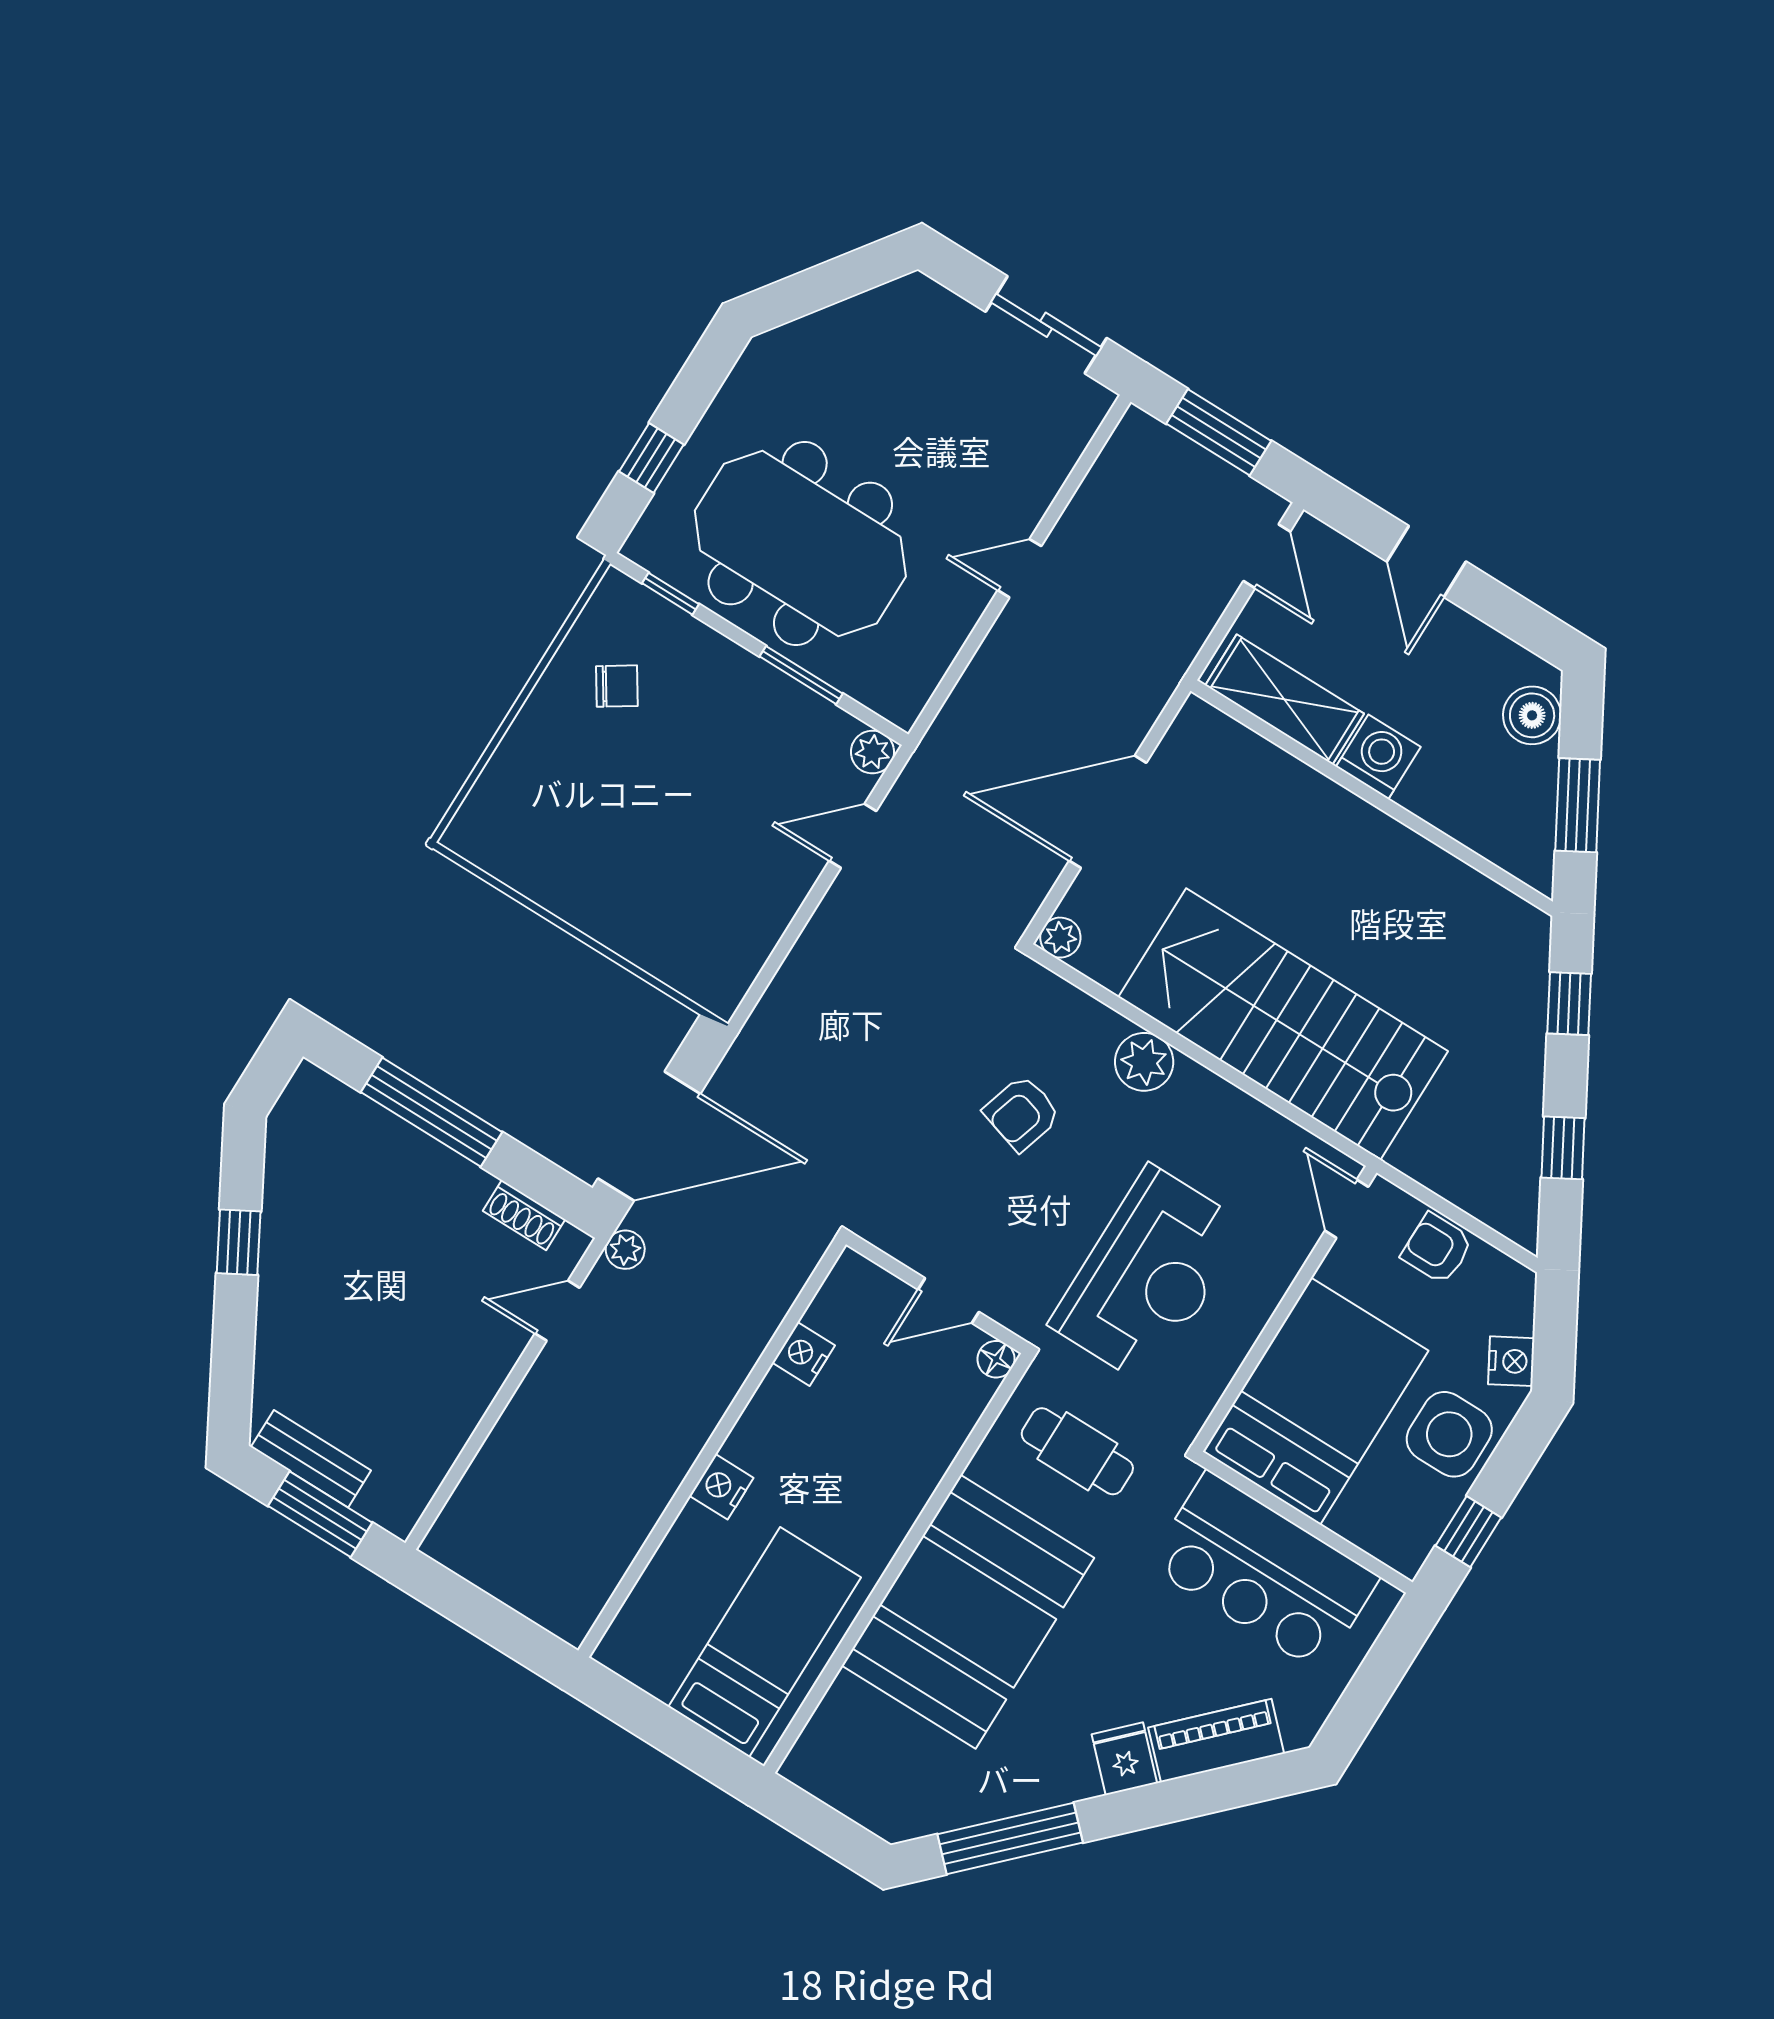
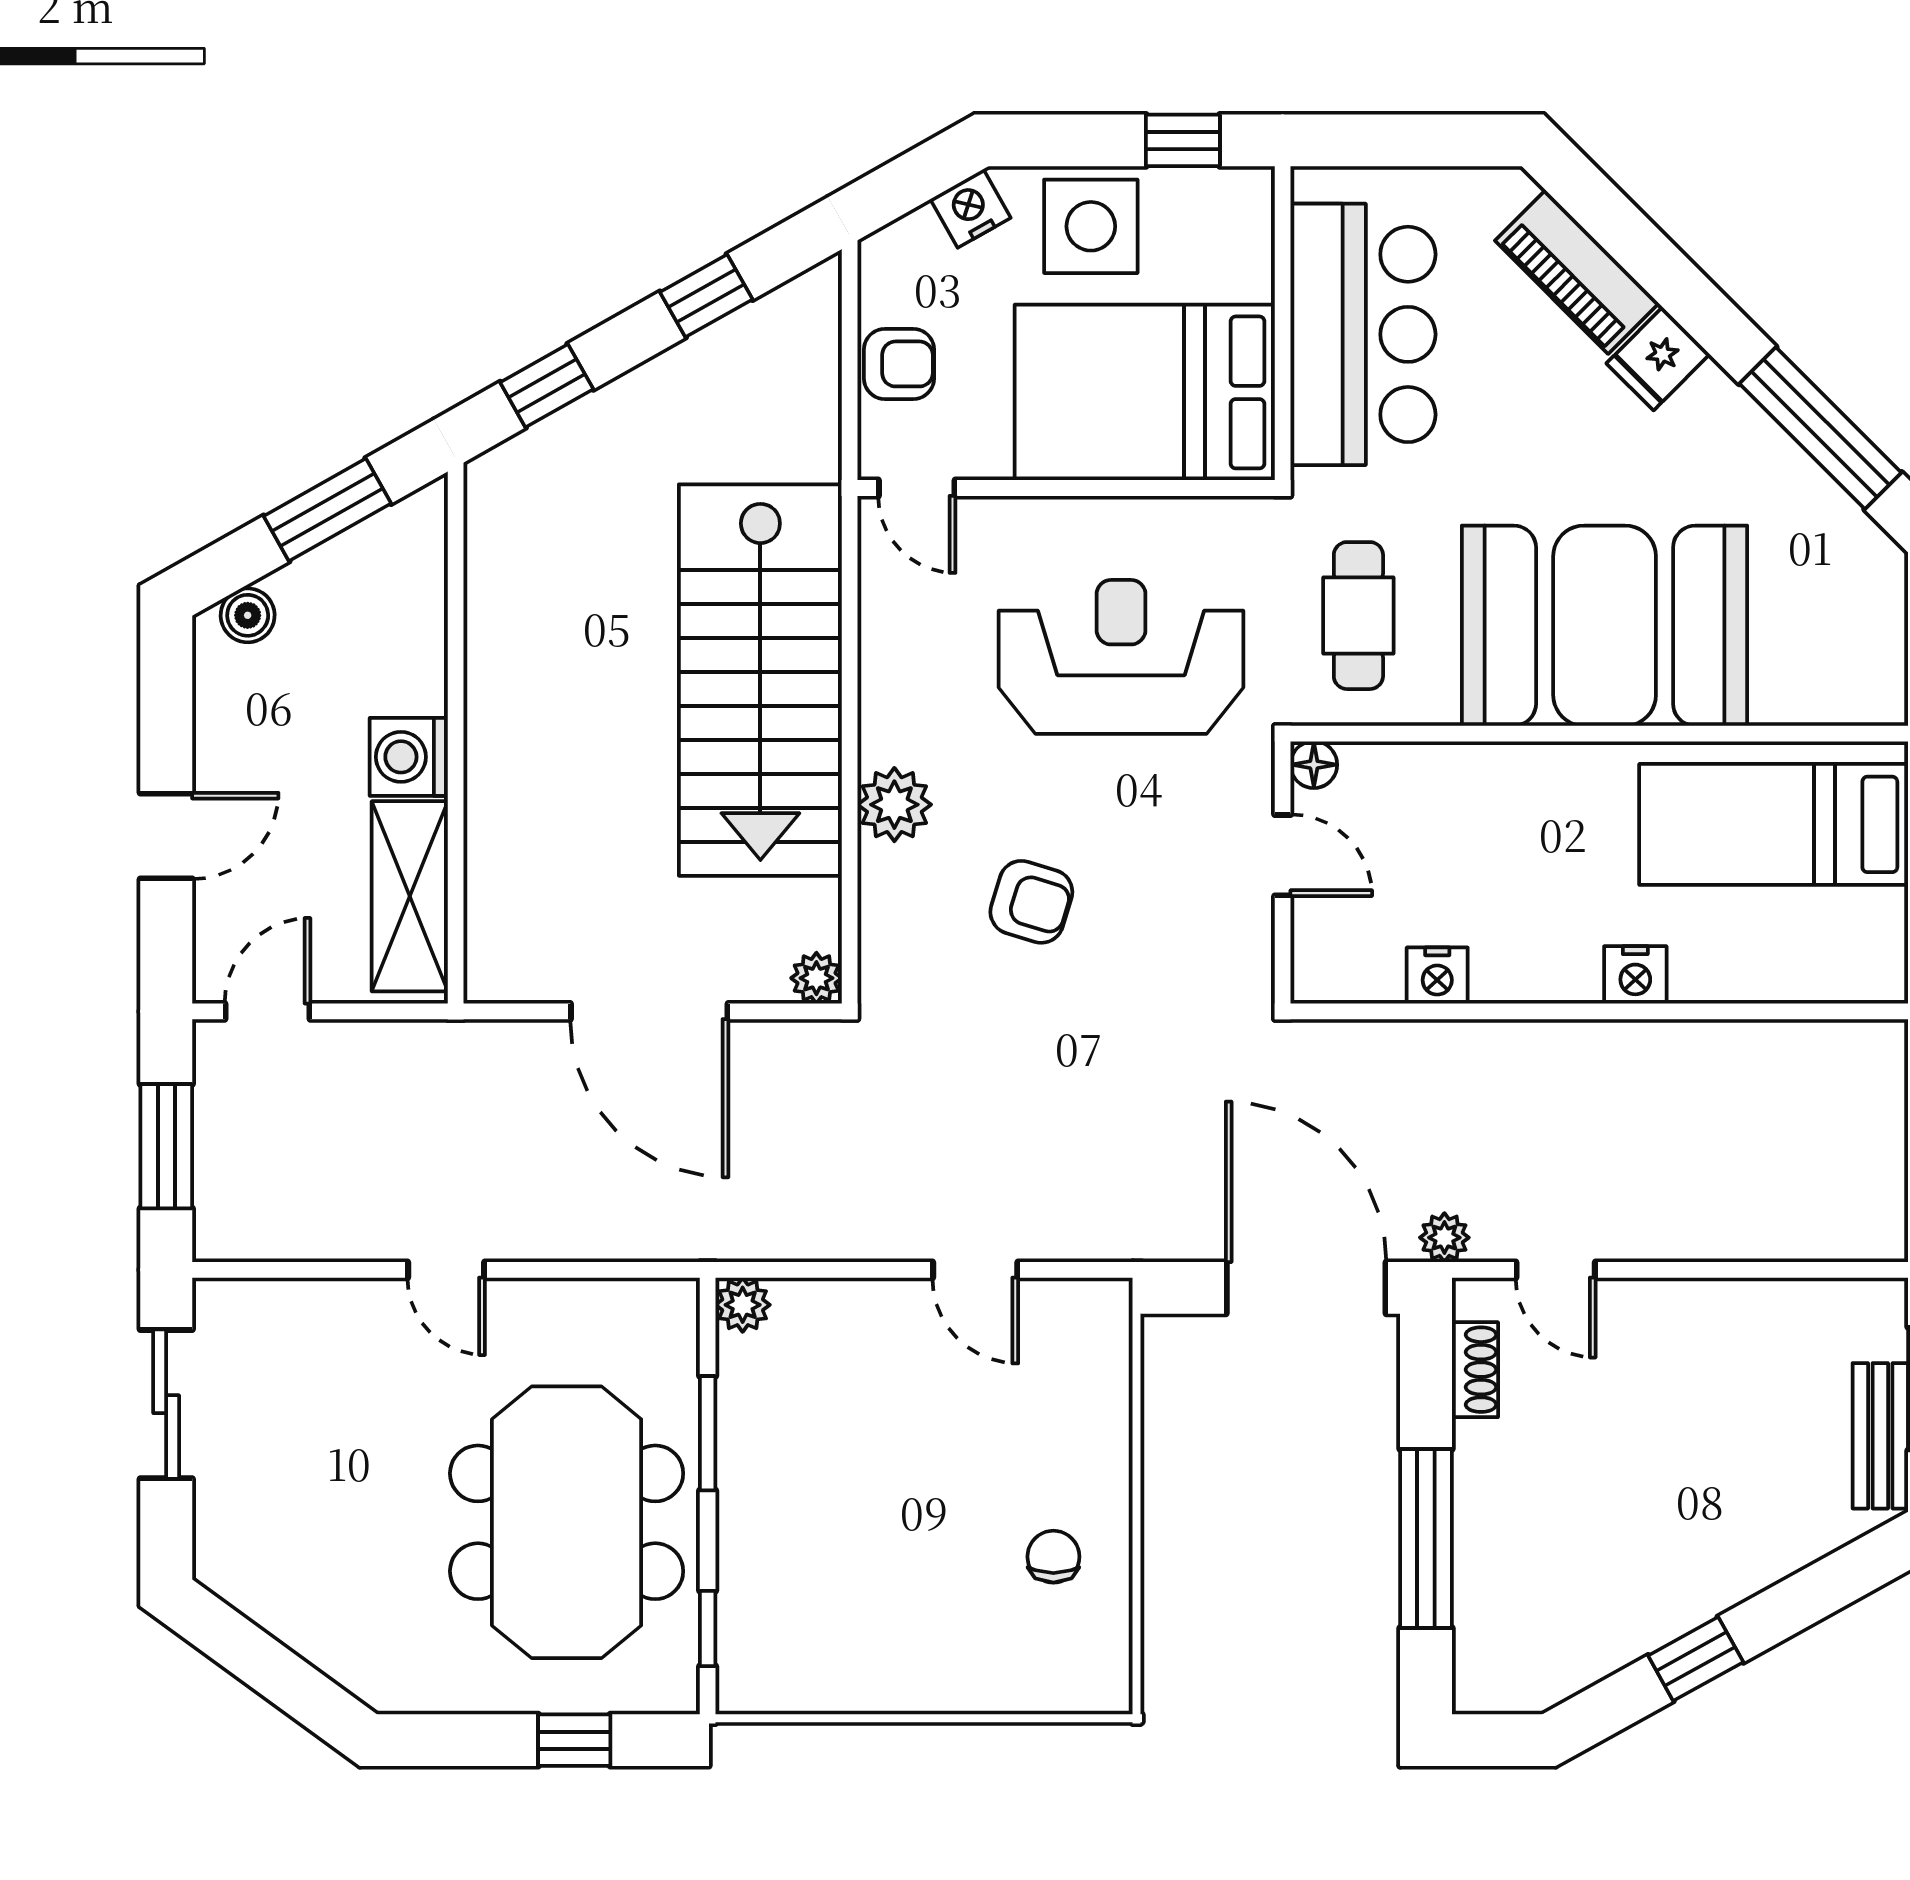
chair: (617, 686) -> (1053, 1557), moved, turned 33
boiler: (1532, 715) -> (248, 615), width x0.73, depth x0.73
door: (853, 836) -> (975, 1270), moved
door: (1347, 1209) -> (917, 488), hinge flipped
armchair: (1437, 1249) -> (899, 364), turned -90

